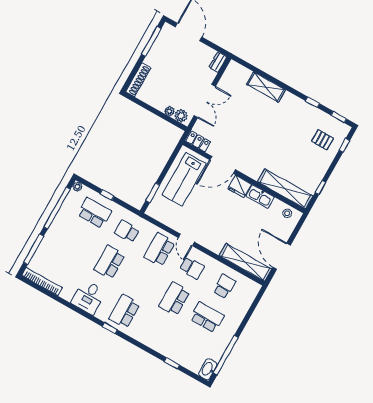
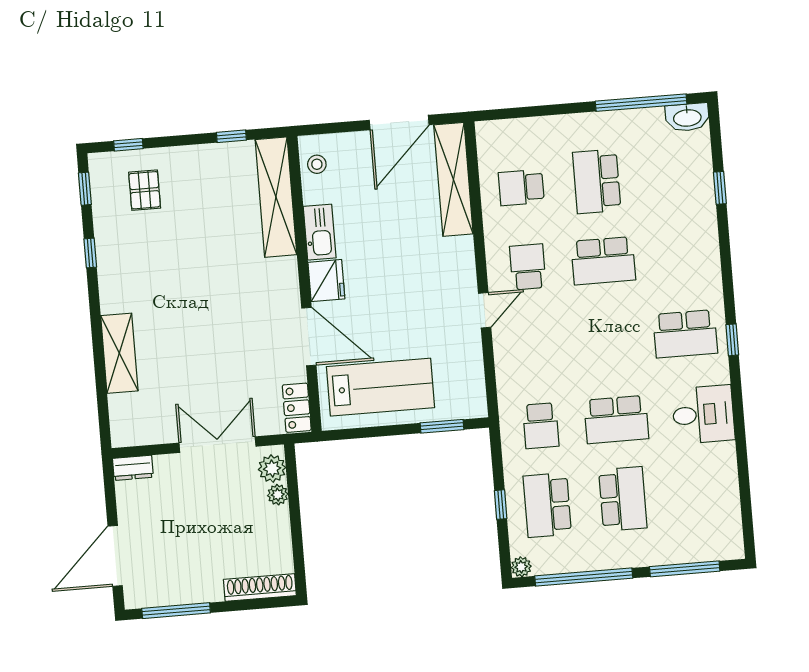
school desk: (159, 250) -> (623, 499), moved, turned -90
bookcase: (42, 282) -> (731, 515), removed

